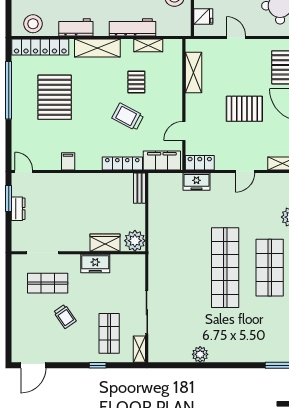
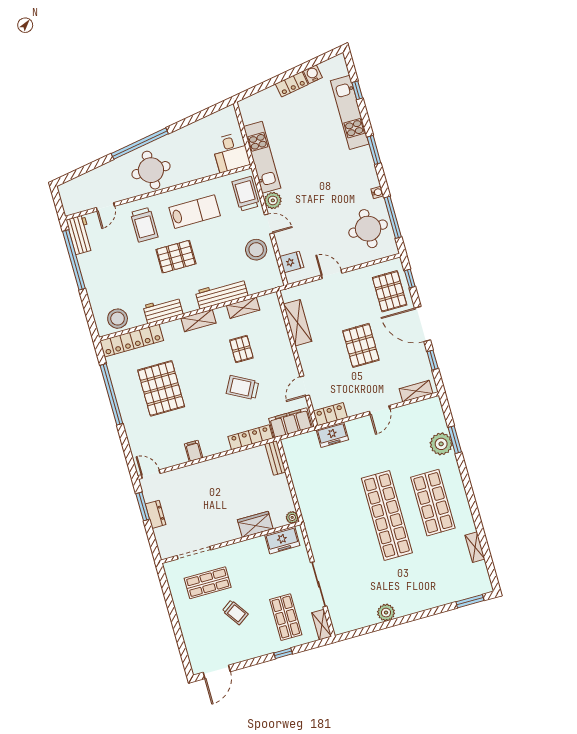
shelving: (97, 48) -> (198, 321), width x0.67, depth x0.75
pallet: (244, 109) -> (361, 345), turned 90
plant: (135, 241) -> (292, 517), width x0.53, depth x0.53
freezer: (95, 264) -> (282, 540), moved

